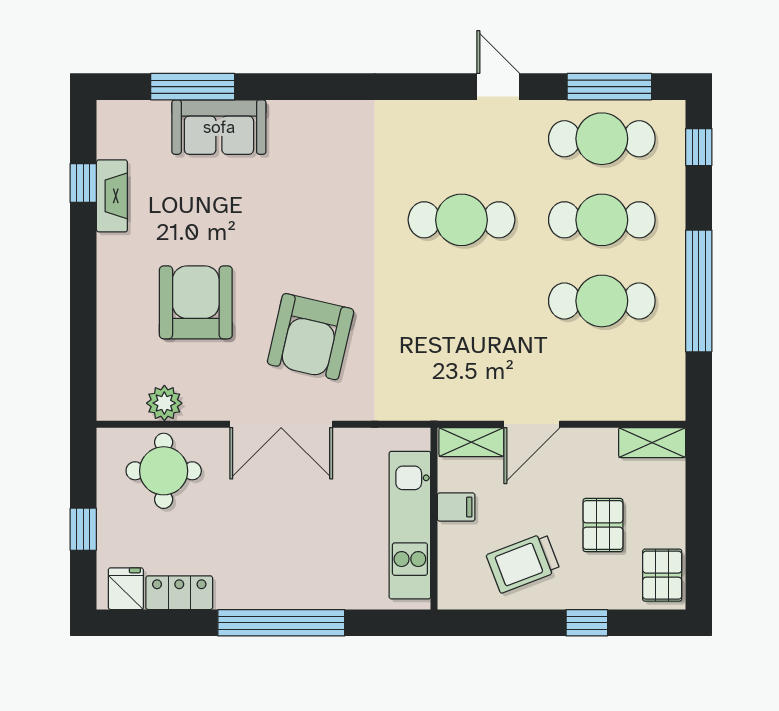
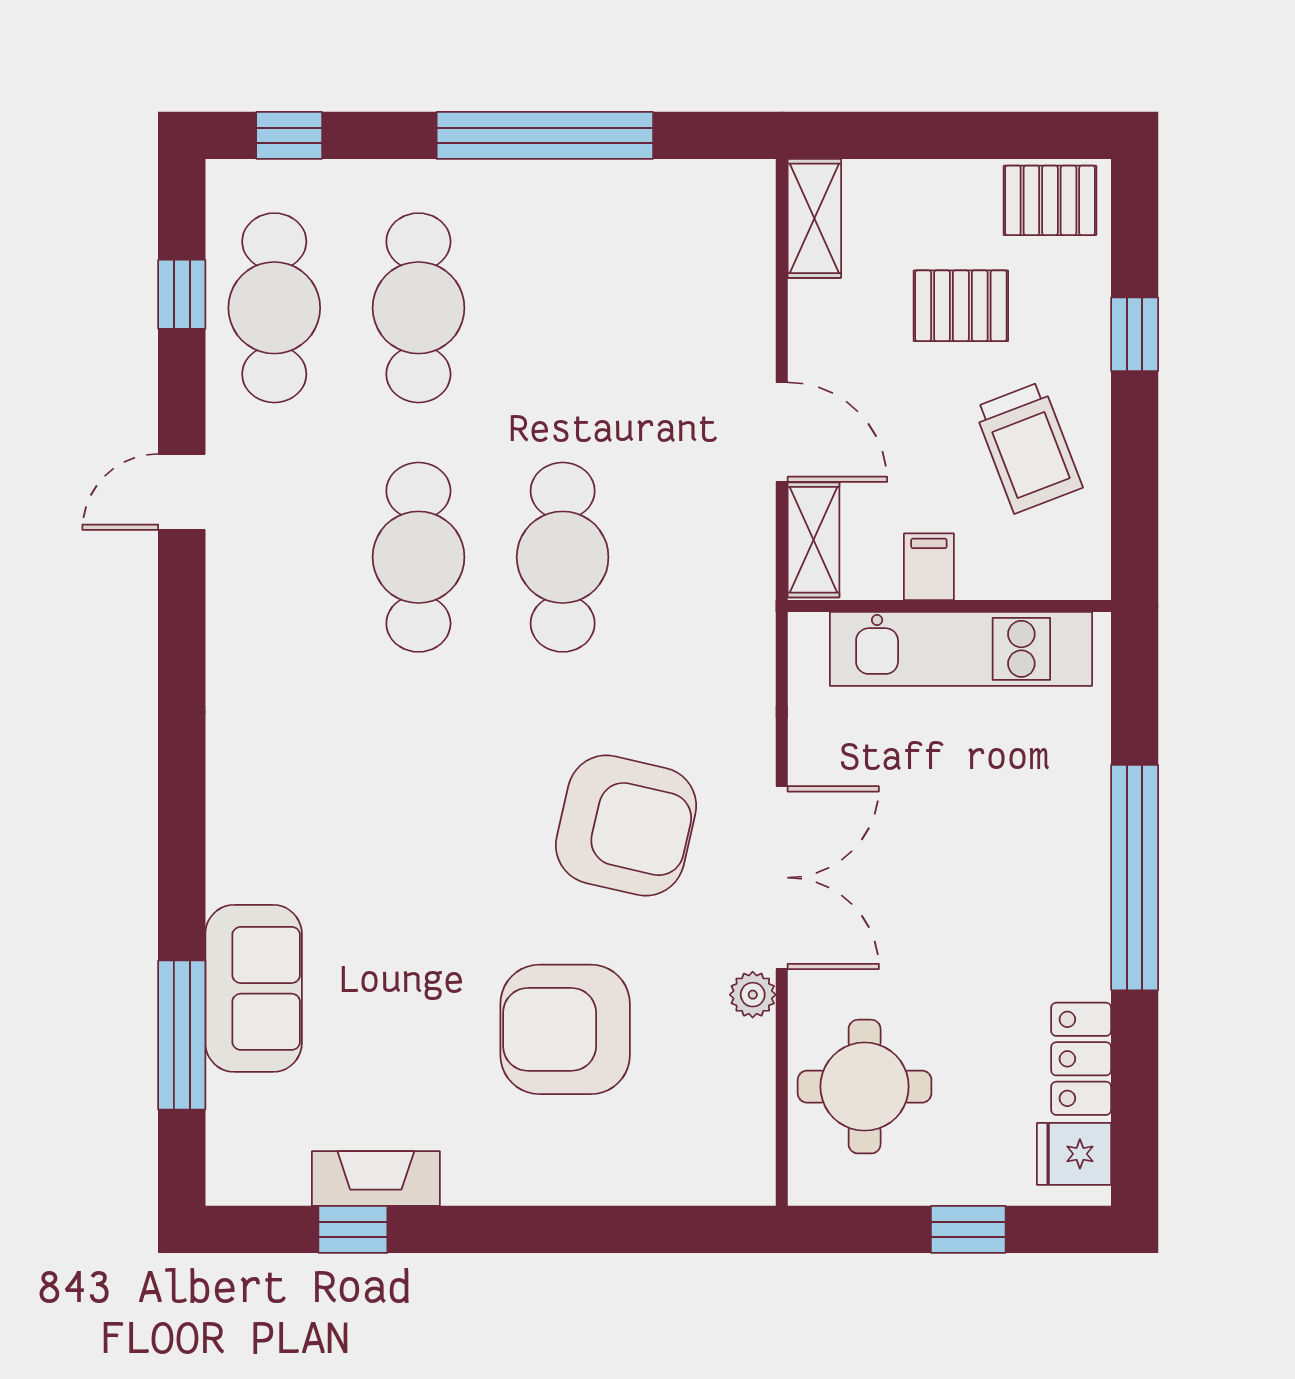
window: (609, 87) -> (182, 294), width x0.46
cafe table: (602, 301) -> (563, 557), moved
plant: (164, 403) -> (753, 995), moved, width x0.73, depth x0.73

